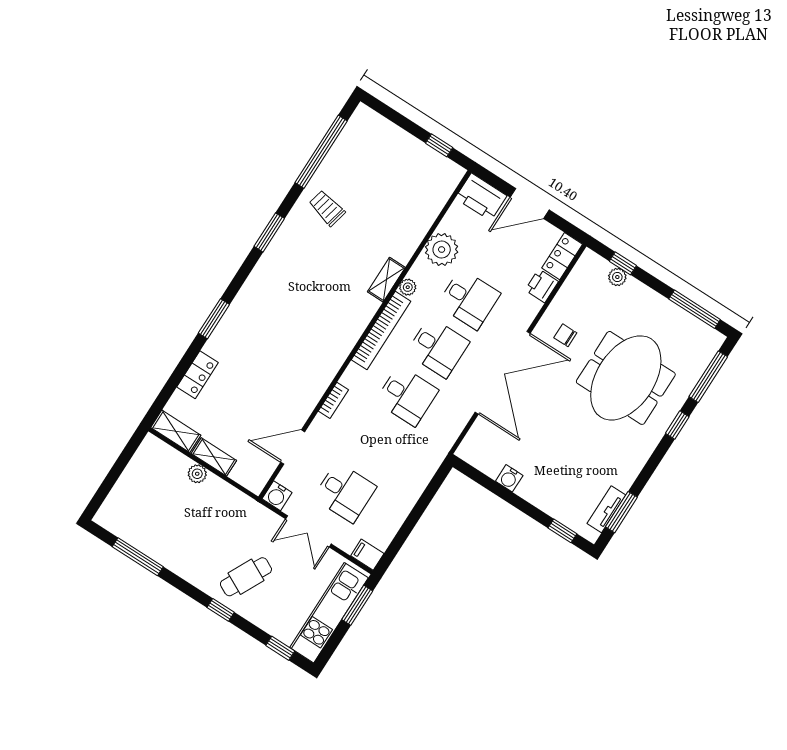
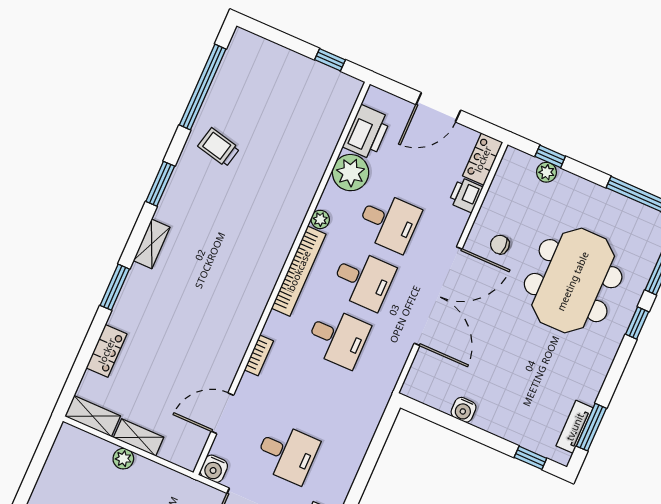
printer: (481, 197) -> (367, 132), moved, turned -90
shelving: (386, 280) -> (152, 244), moved

